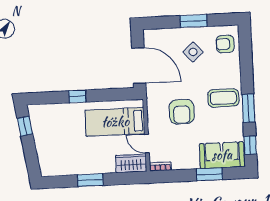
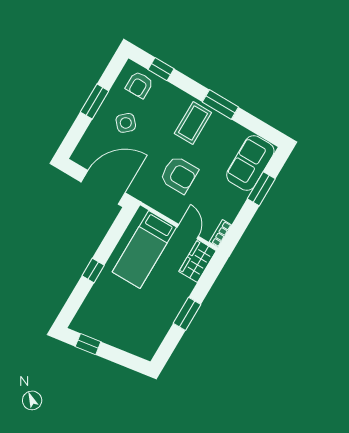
door: (147, 144) -> (188, 232), swing flipped
window: (250, 145) -> (161, 69), moved

